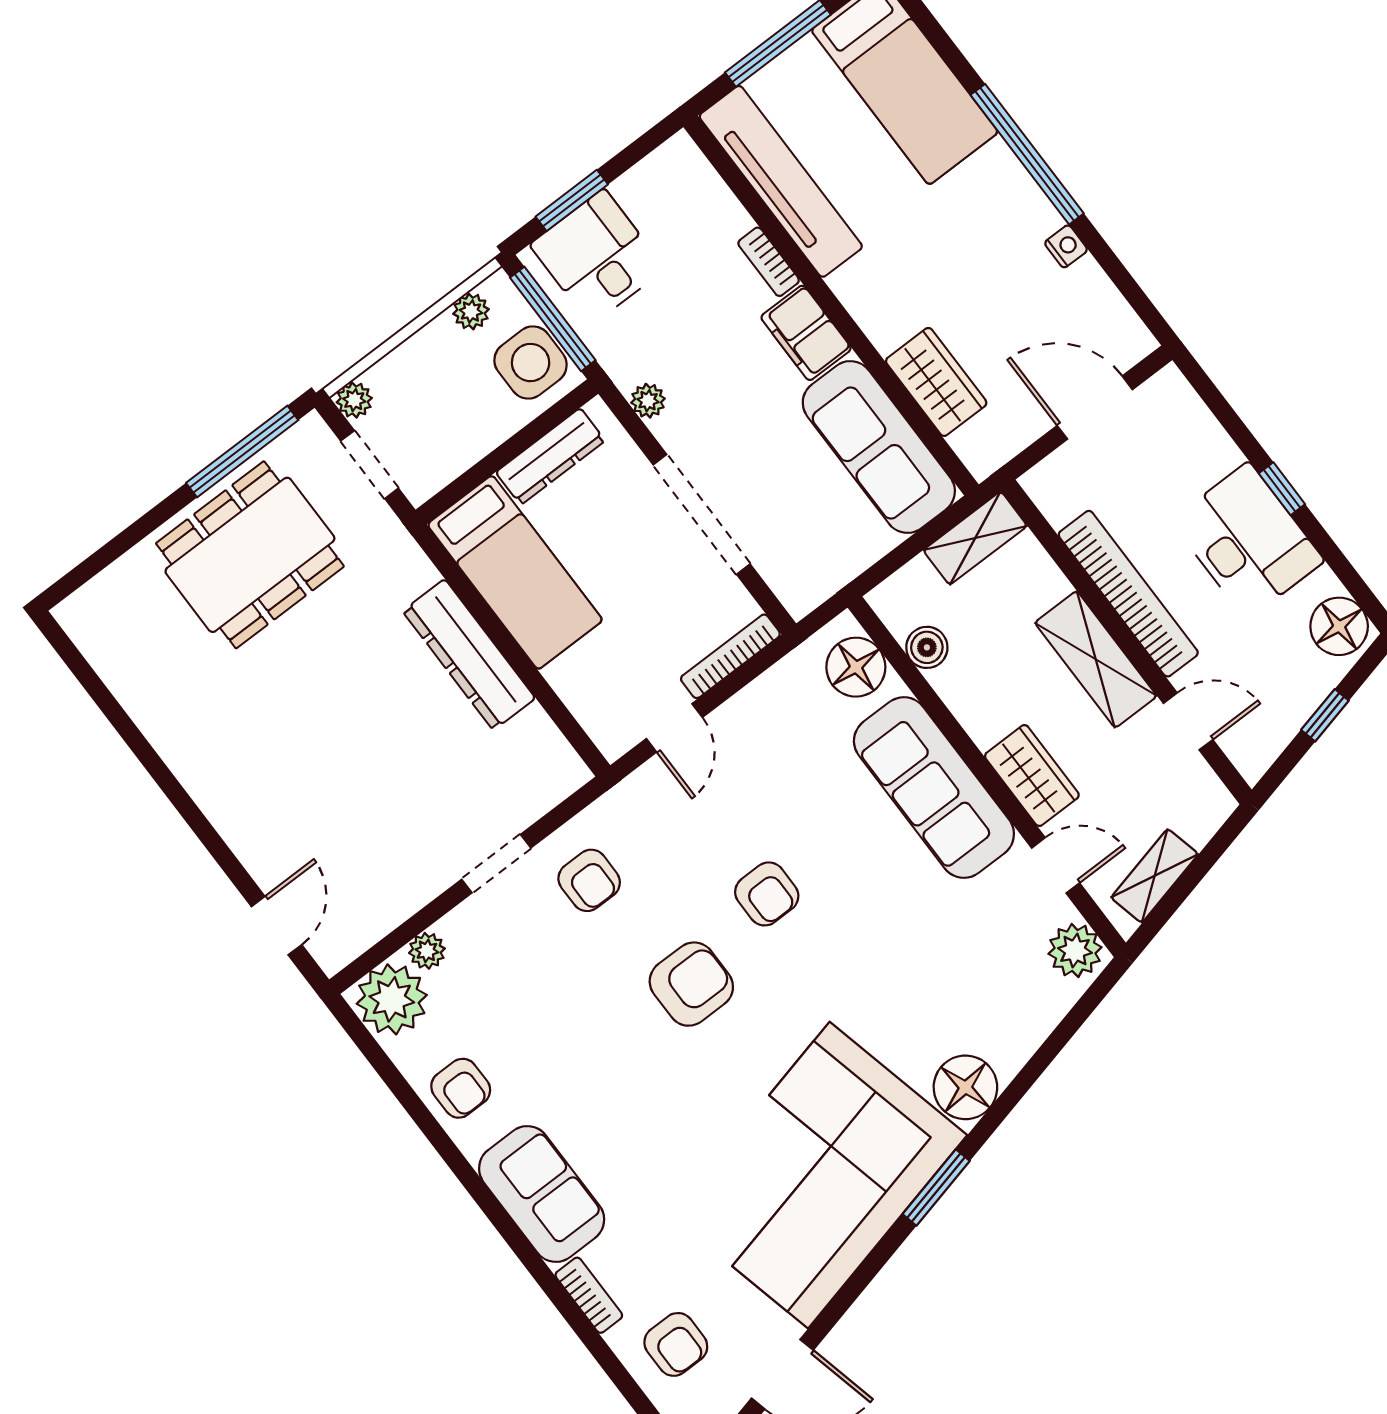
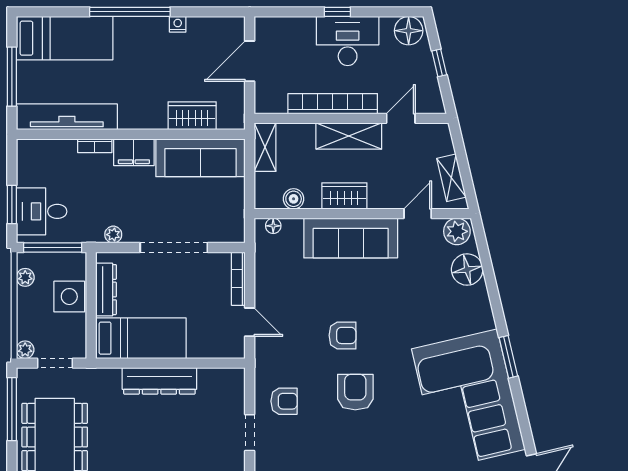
side table: (531, 363) -> (69, 297), moved
floor lamp: (856, 667) -> (273, 226), width x0.53, depth x0.53
wardrobe: (1032, 776) -> (344, 196), moved
floor lamp: (965, 1087) -> (467, 270), moved

